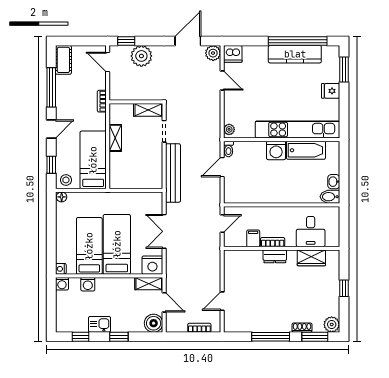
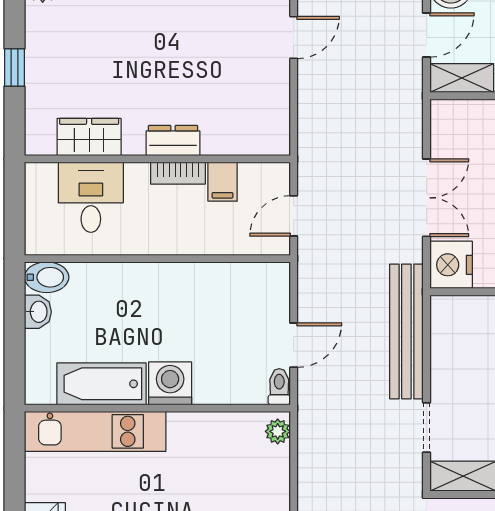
kitchen unit: (297, 129) -> (95, 431), width x0.73
nightstand: (152, 265) -> (451, 265), moved, turned -90
door: (164, 302) -> (427, 35), swing flipped

